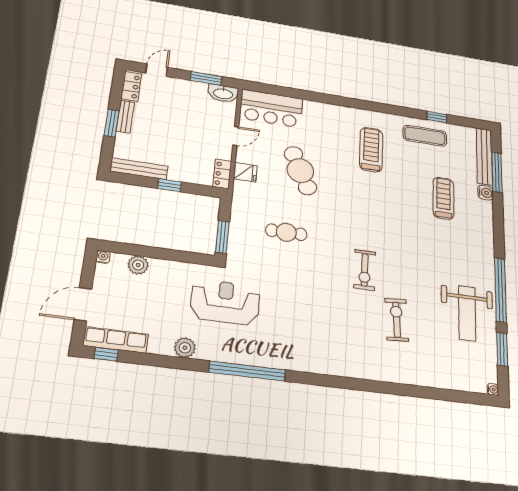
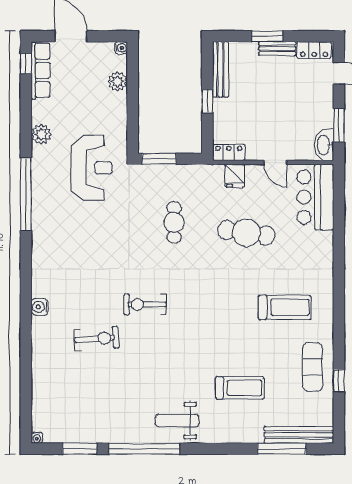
cafe table: (300, 171) -> (246, 233), turned 33
water cooler: (485, 193) -> (40, 307), moved, turned 90
weight bench: (467, 313) -> (177, 420), moved, width x0.73, depth x0.75

